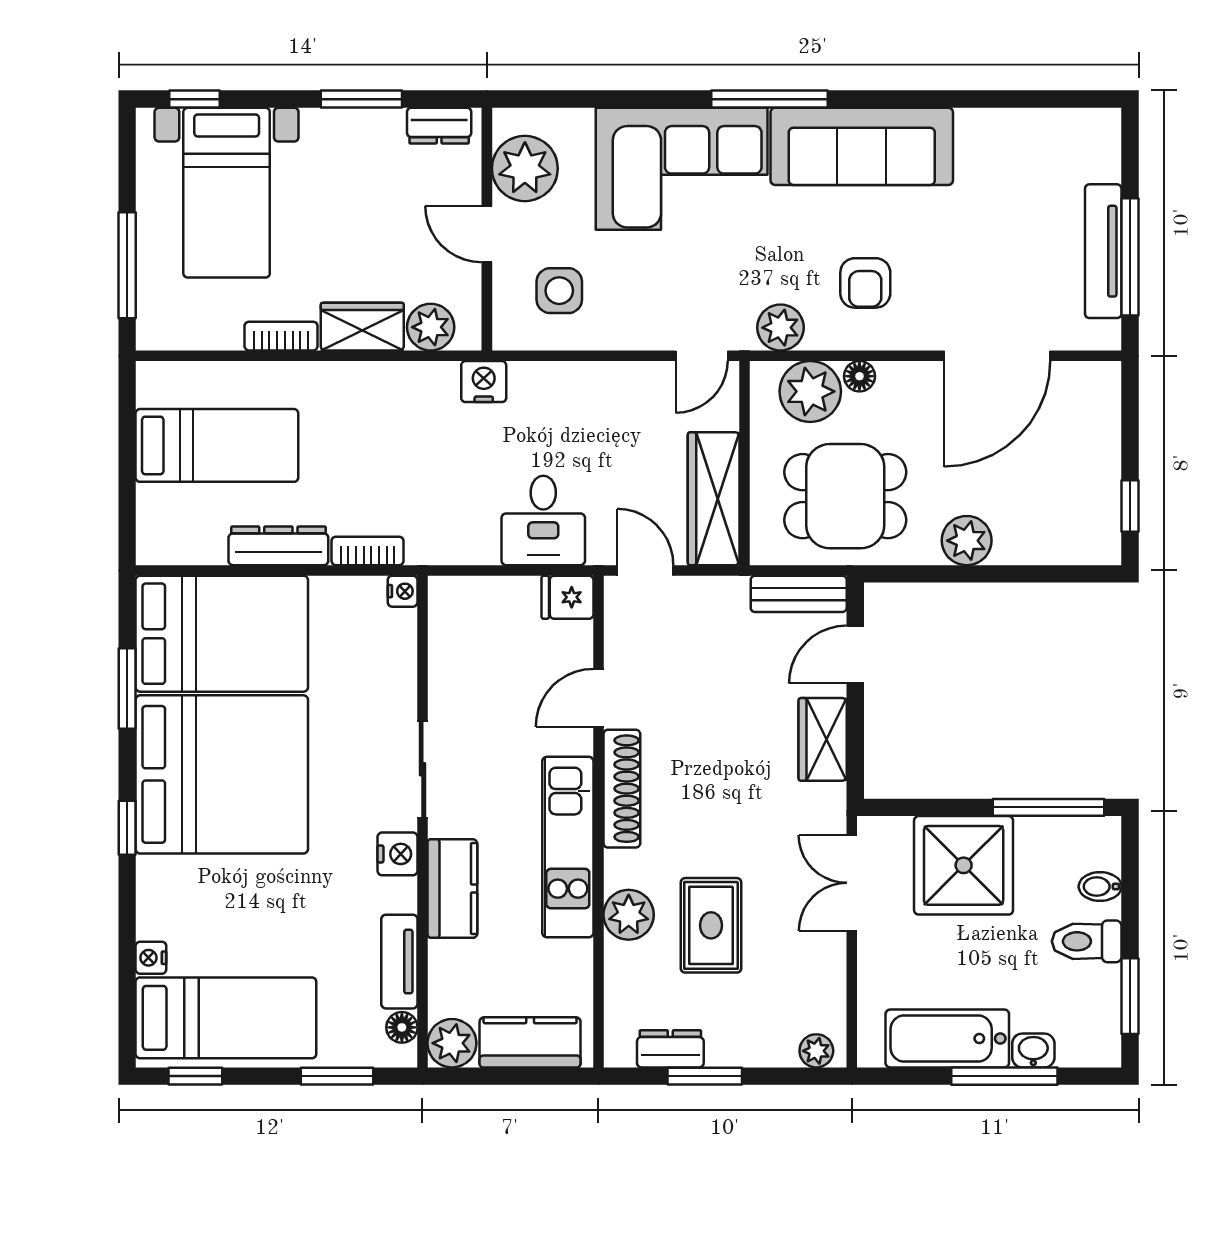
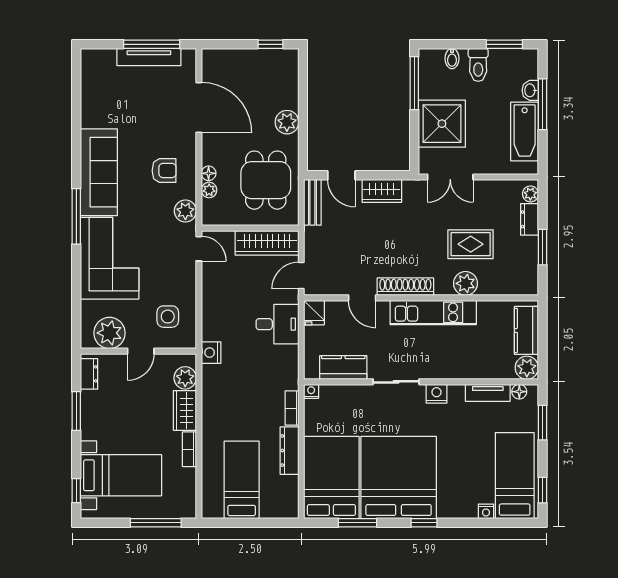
plant: (810, 391) -> (209, 190), width x0.53, depth x0.53
kitchen counter: (452, 889) -> (343, 368), moved
dresser: (670, 1049) -> (529, 219), moved

